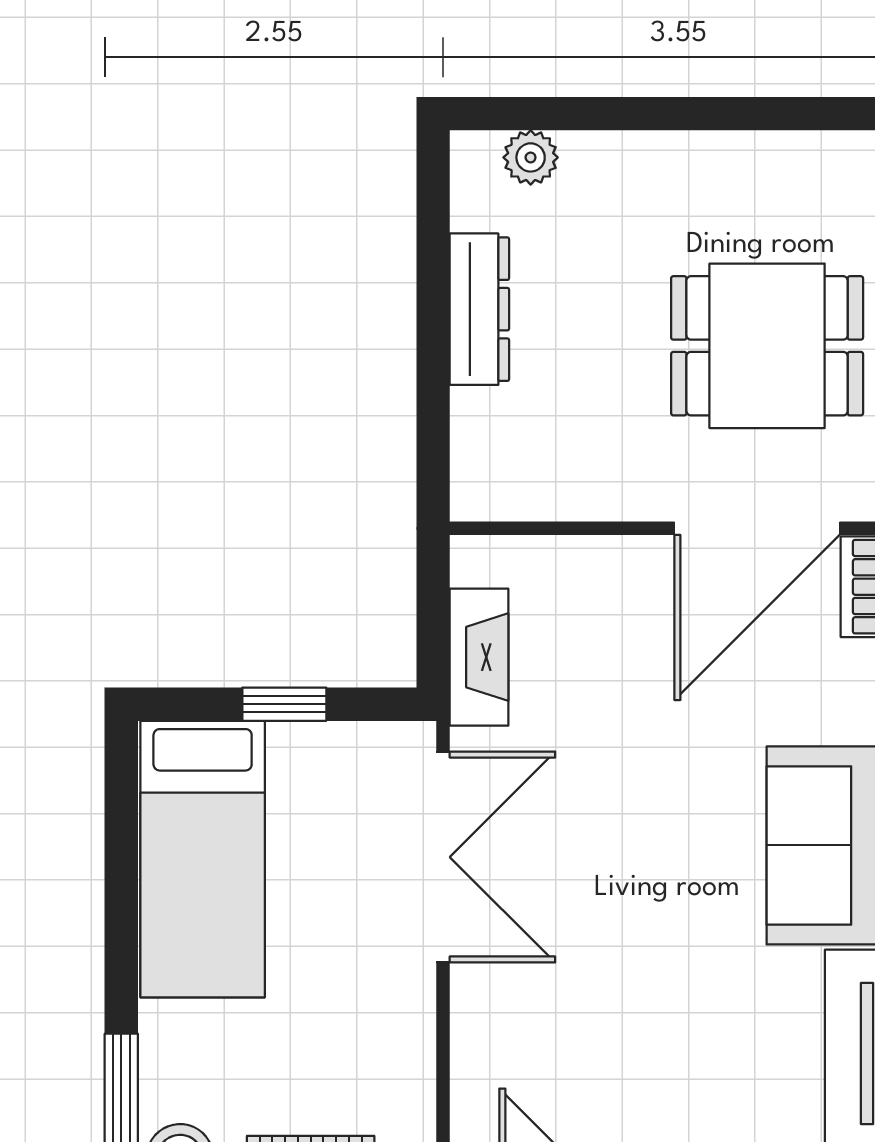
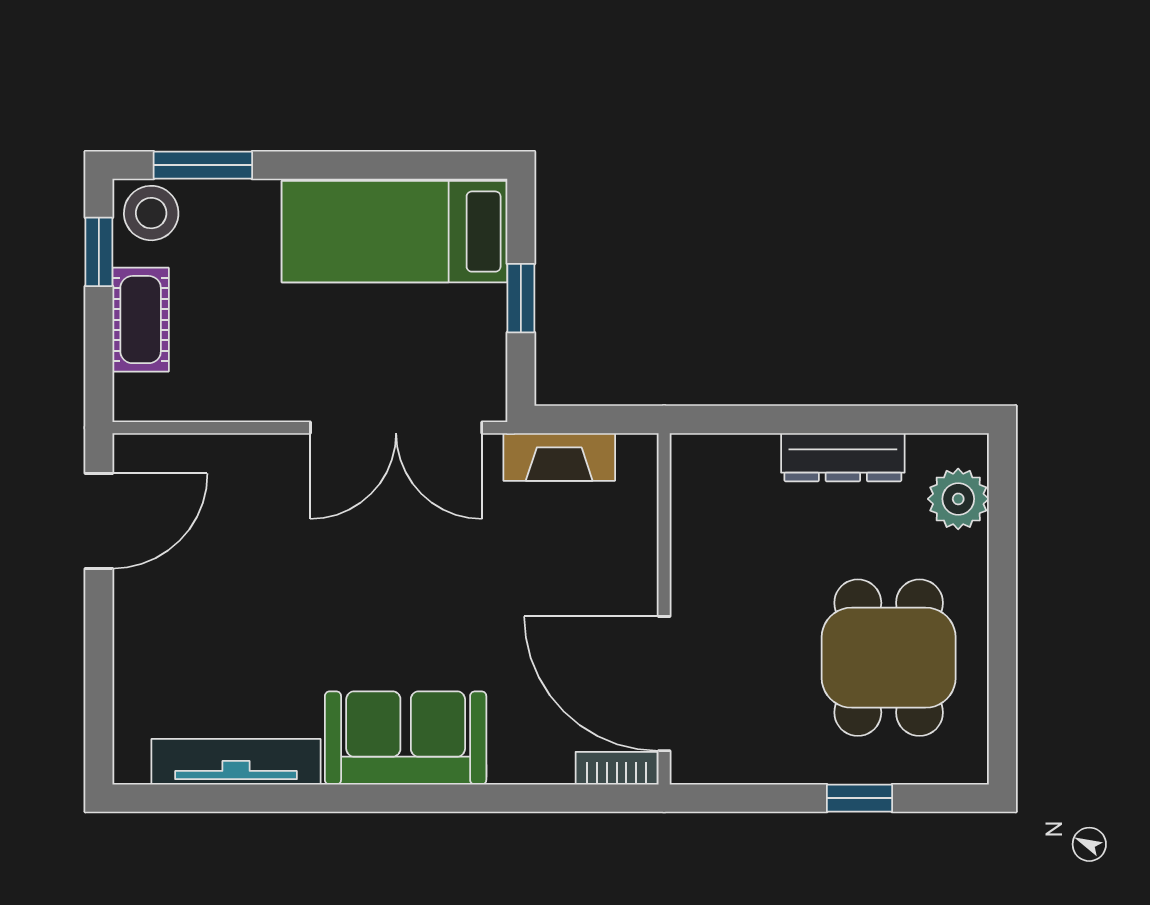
plant: (531, 157) -> (958, 499), width x1.38, depth x1.38
dining table: (767, 346) -> (889, 658), moved

